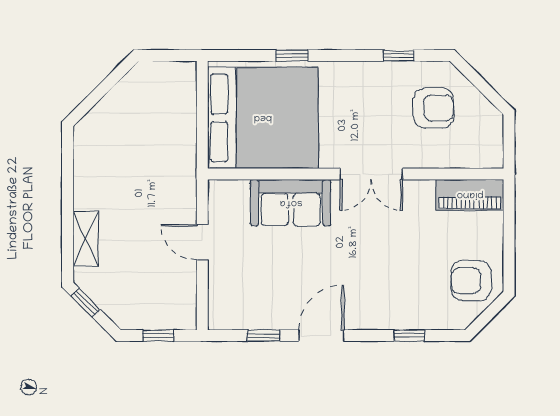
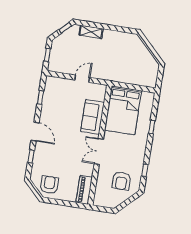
bed: (263, 118) -> (123, 110), width x0.73
door: (321, 336) -> (35, 132), moved

